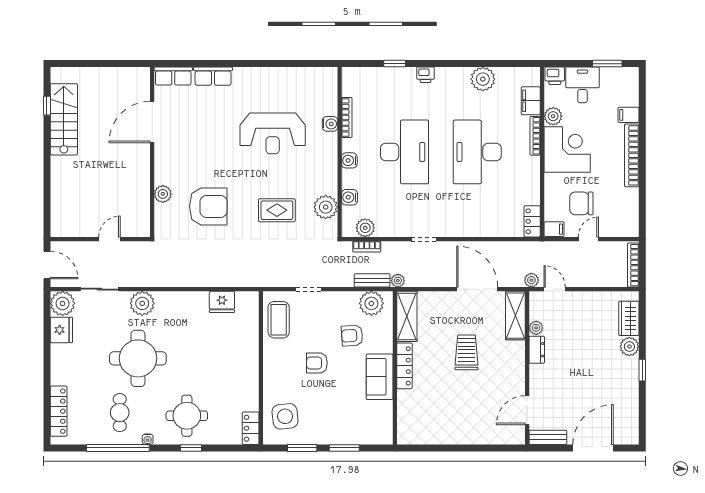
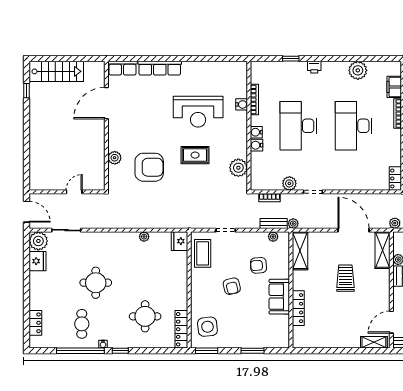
row of seats: (213, 76) -> (160, 68), width x1.48
stairs: (64, 119) -> (56, 71), moved, turned 90
desk: (404, 152) -> (298, 126), turned 180
water cooler: (350, 197) -> (256, 145), moved
rug: (277, 210) -> (195, 155), moved
plant: (365, 228) -> (289, 183), moved
fridge: (222, 302) -> (179, 241), moved, turned 90
plant: (142, 303) -> (144, 237), moved, width x0.53, depth x0.53
plant: (371, 303) -> (273, 237), width x0.53, depth x0.53
round table: (138, 358) -> (96, 283), width x0.73, depth x0.73
armchair: (317, 363) -> (232, 286), turned -103
locker: (404, 366) -> (298, 308), moved
locker: (59, 411) -> (35, 323), width x0.66
round table: (187, 416) -> (145, 316), moved
locker: (251, 428) -> (181, 329), width x1.53
shelving: (504, 437) -> (374, 342), added
window: (191, 448) -> (120, 351), moved
window: (302, 448) -> (207, 351), moved

